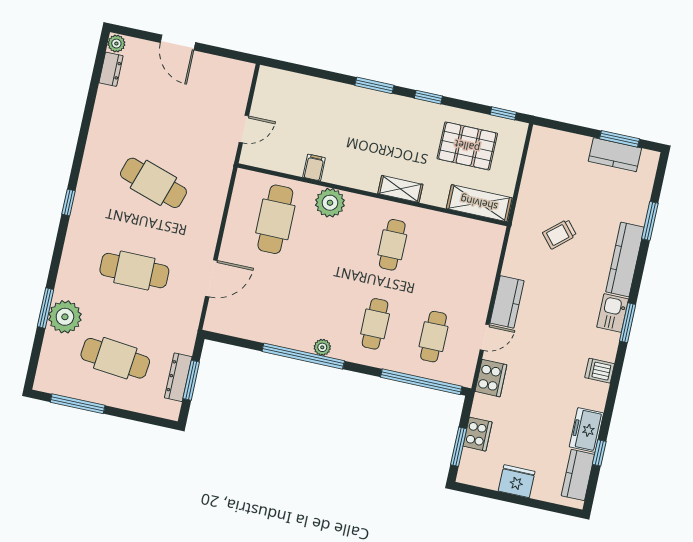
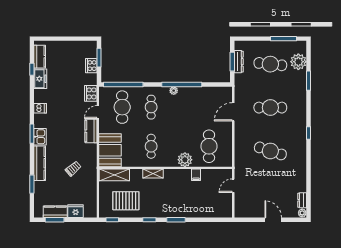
booth: (477, 255) -> (110, 150), added
plant: (65, 317) -> (298, 62), moved
cafe table: (433, 337) -> (122, 107), width x1.37, depth x1.35
fridge: (517, 481) -> (76, 211), moved, turned 180

